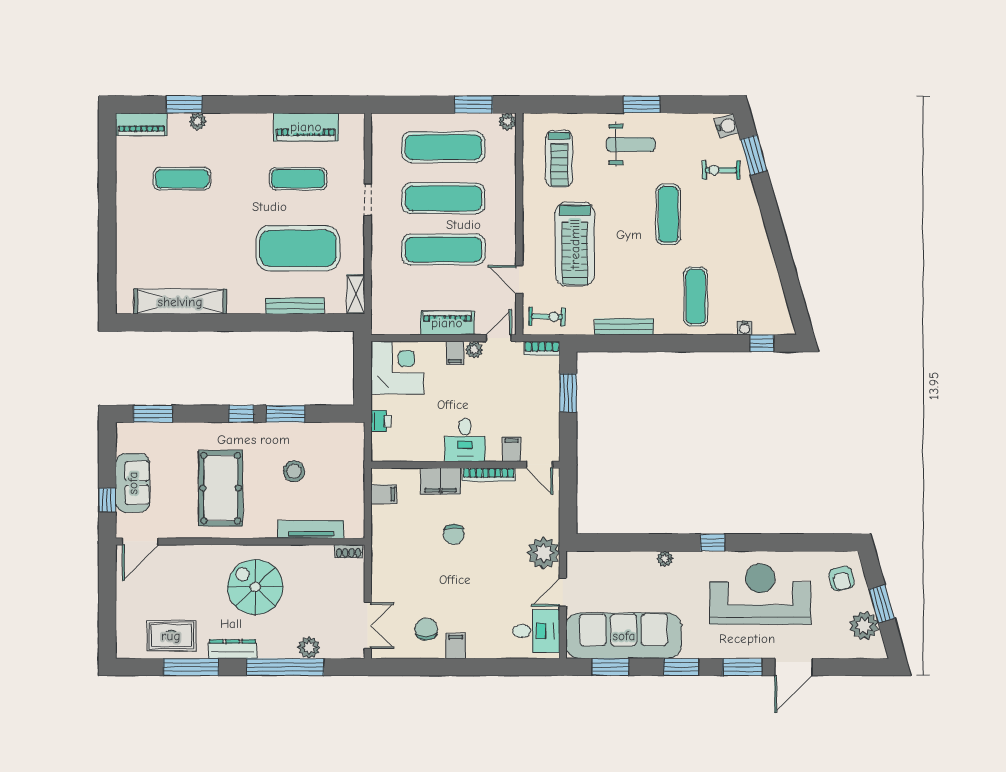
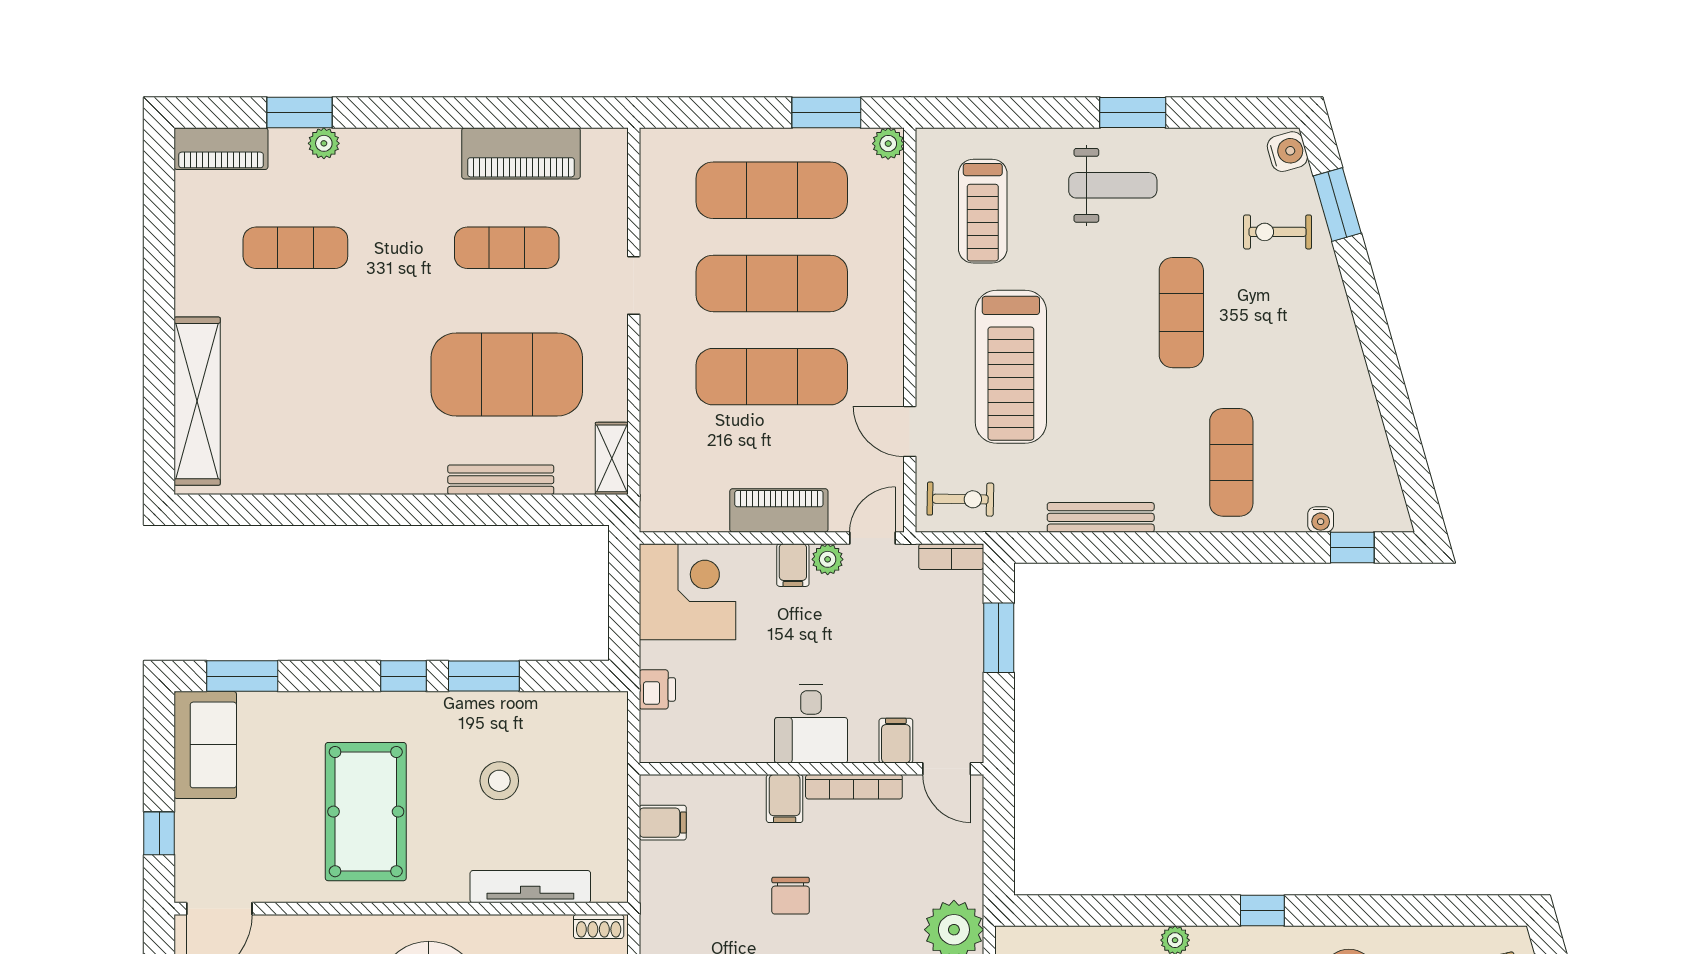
shelving: (180, 302) -> (197, 401), moved, turned 90
filing cabinet: (441, 481) -> (785, 799), width x0.50
sofa: (133, 483) -> (205, 745), moved

